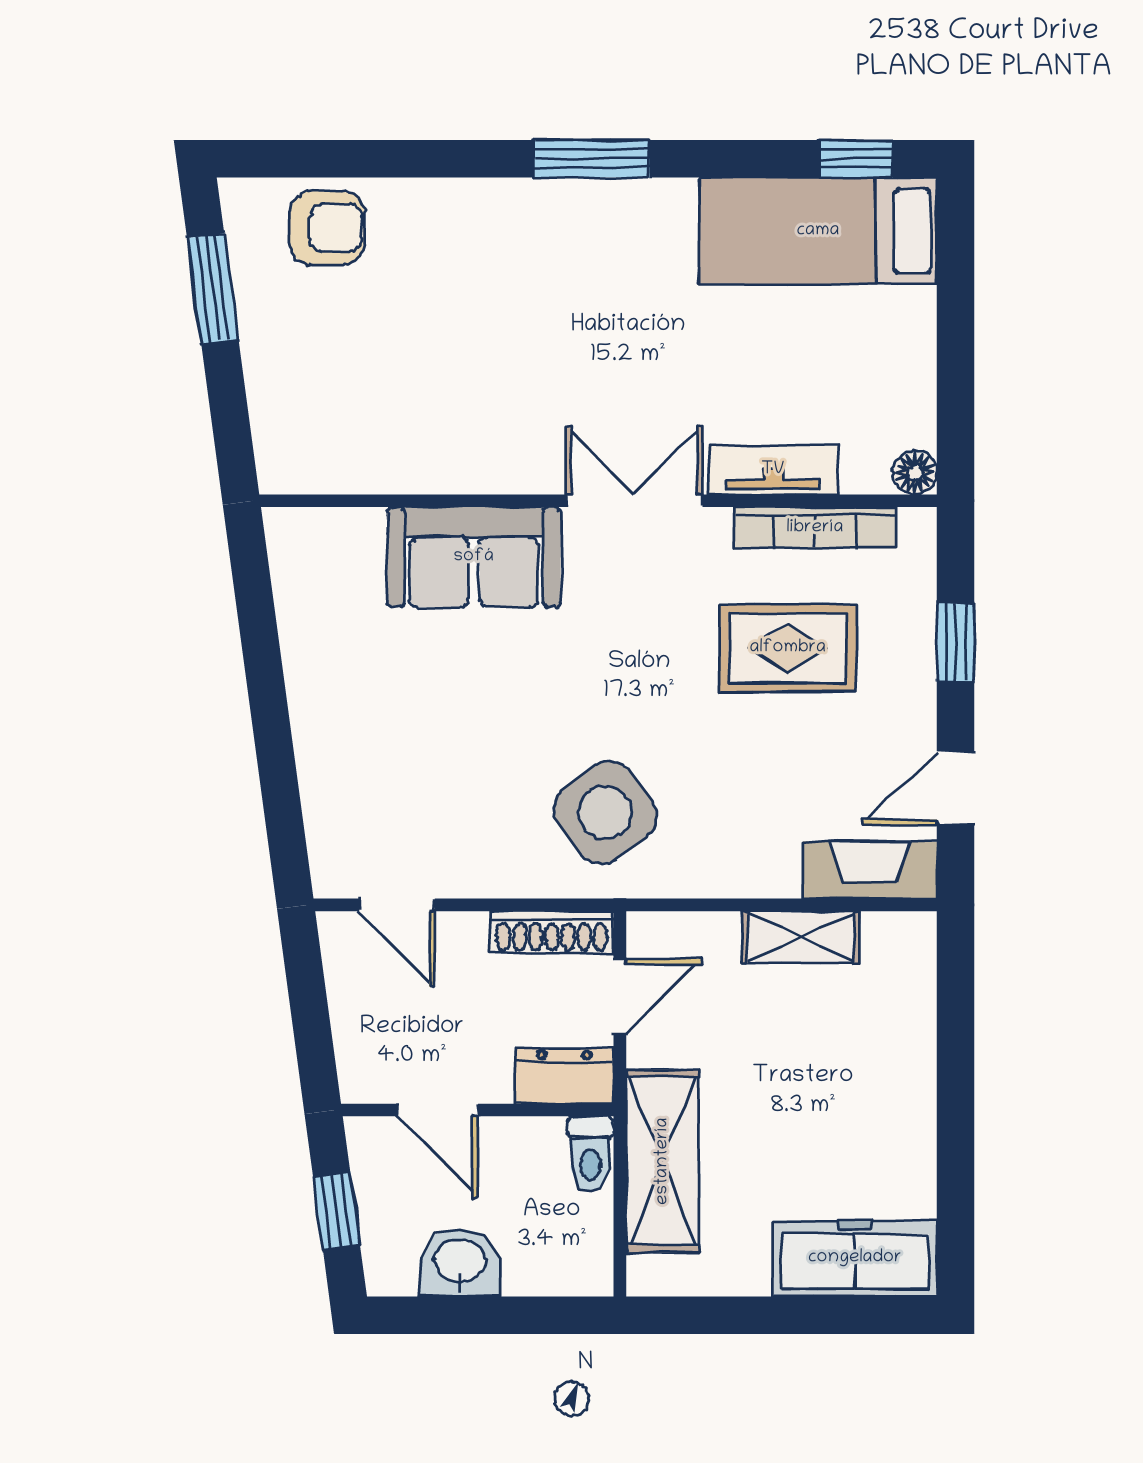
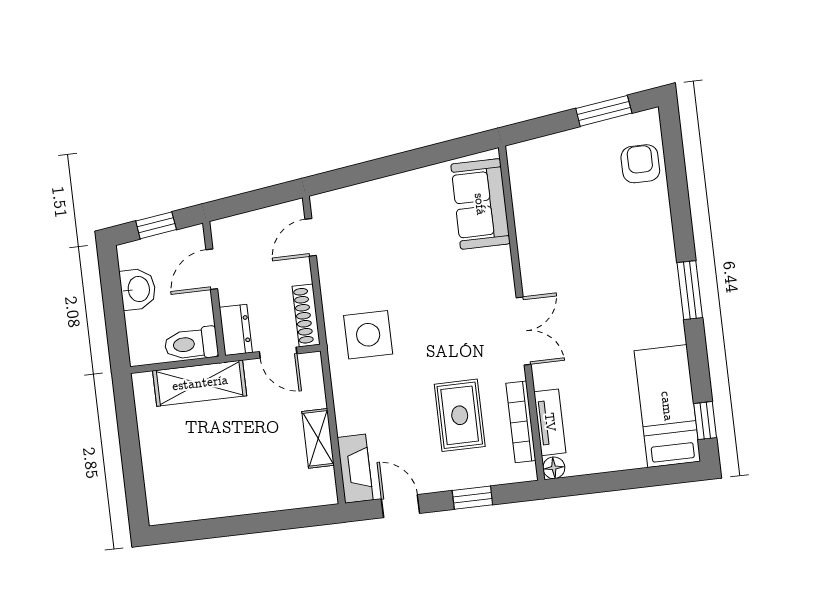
armchair: (327, 228) -> (640, 164), turned 180
tv unit: (773, 470) -> (550, 422), moved
sofa: (474, 557) -> (480, 204), moved
side table: (605, 813) -> (368, 335), turned 36
toilet: (590, 1154) -> (191, 344), width x1.37, depth x1.39
freezer: (855, 1258) -> (163, 484), removed

